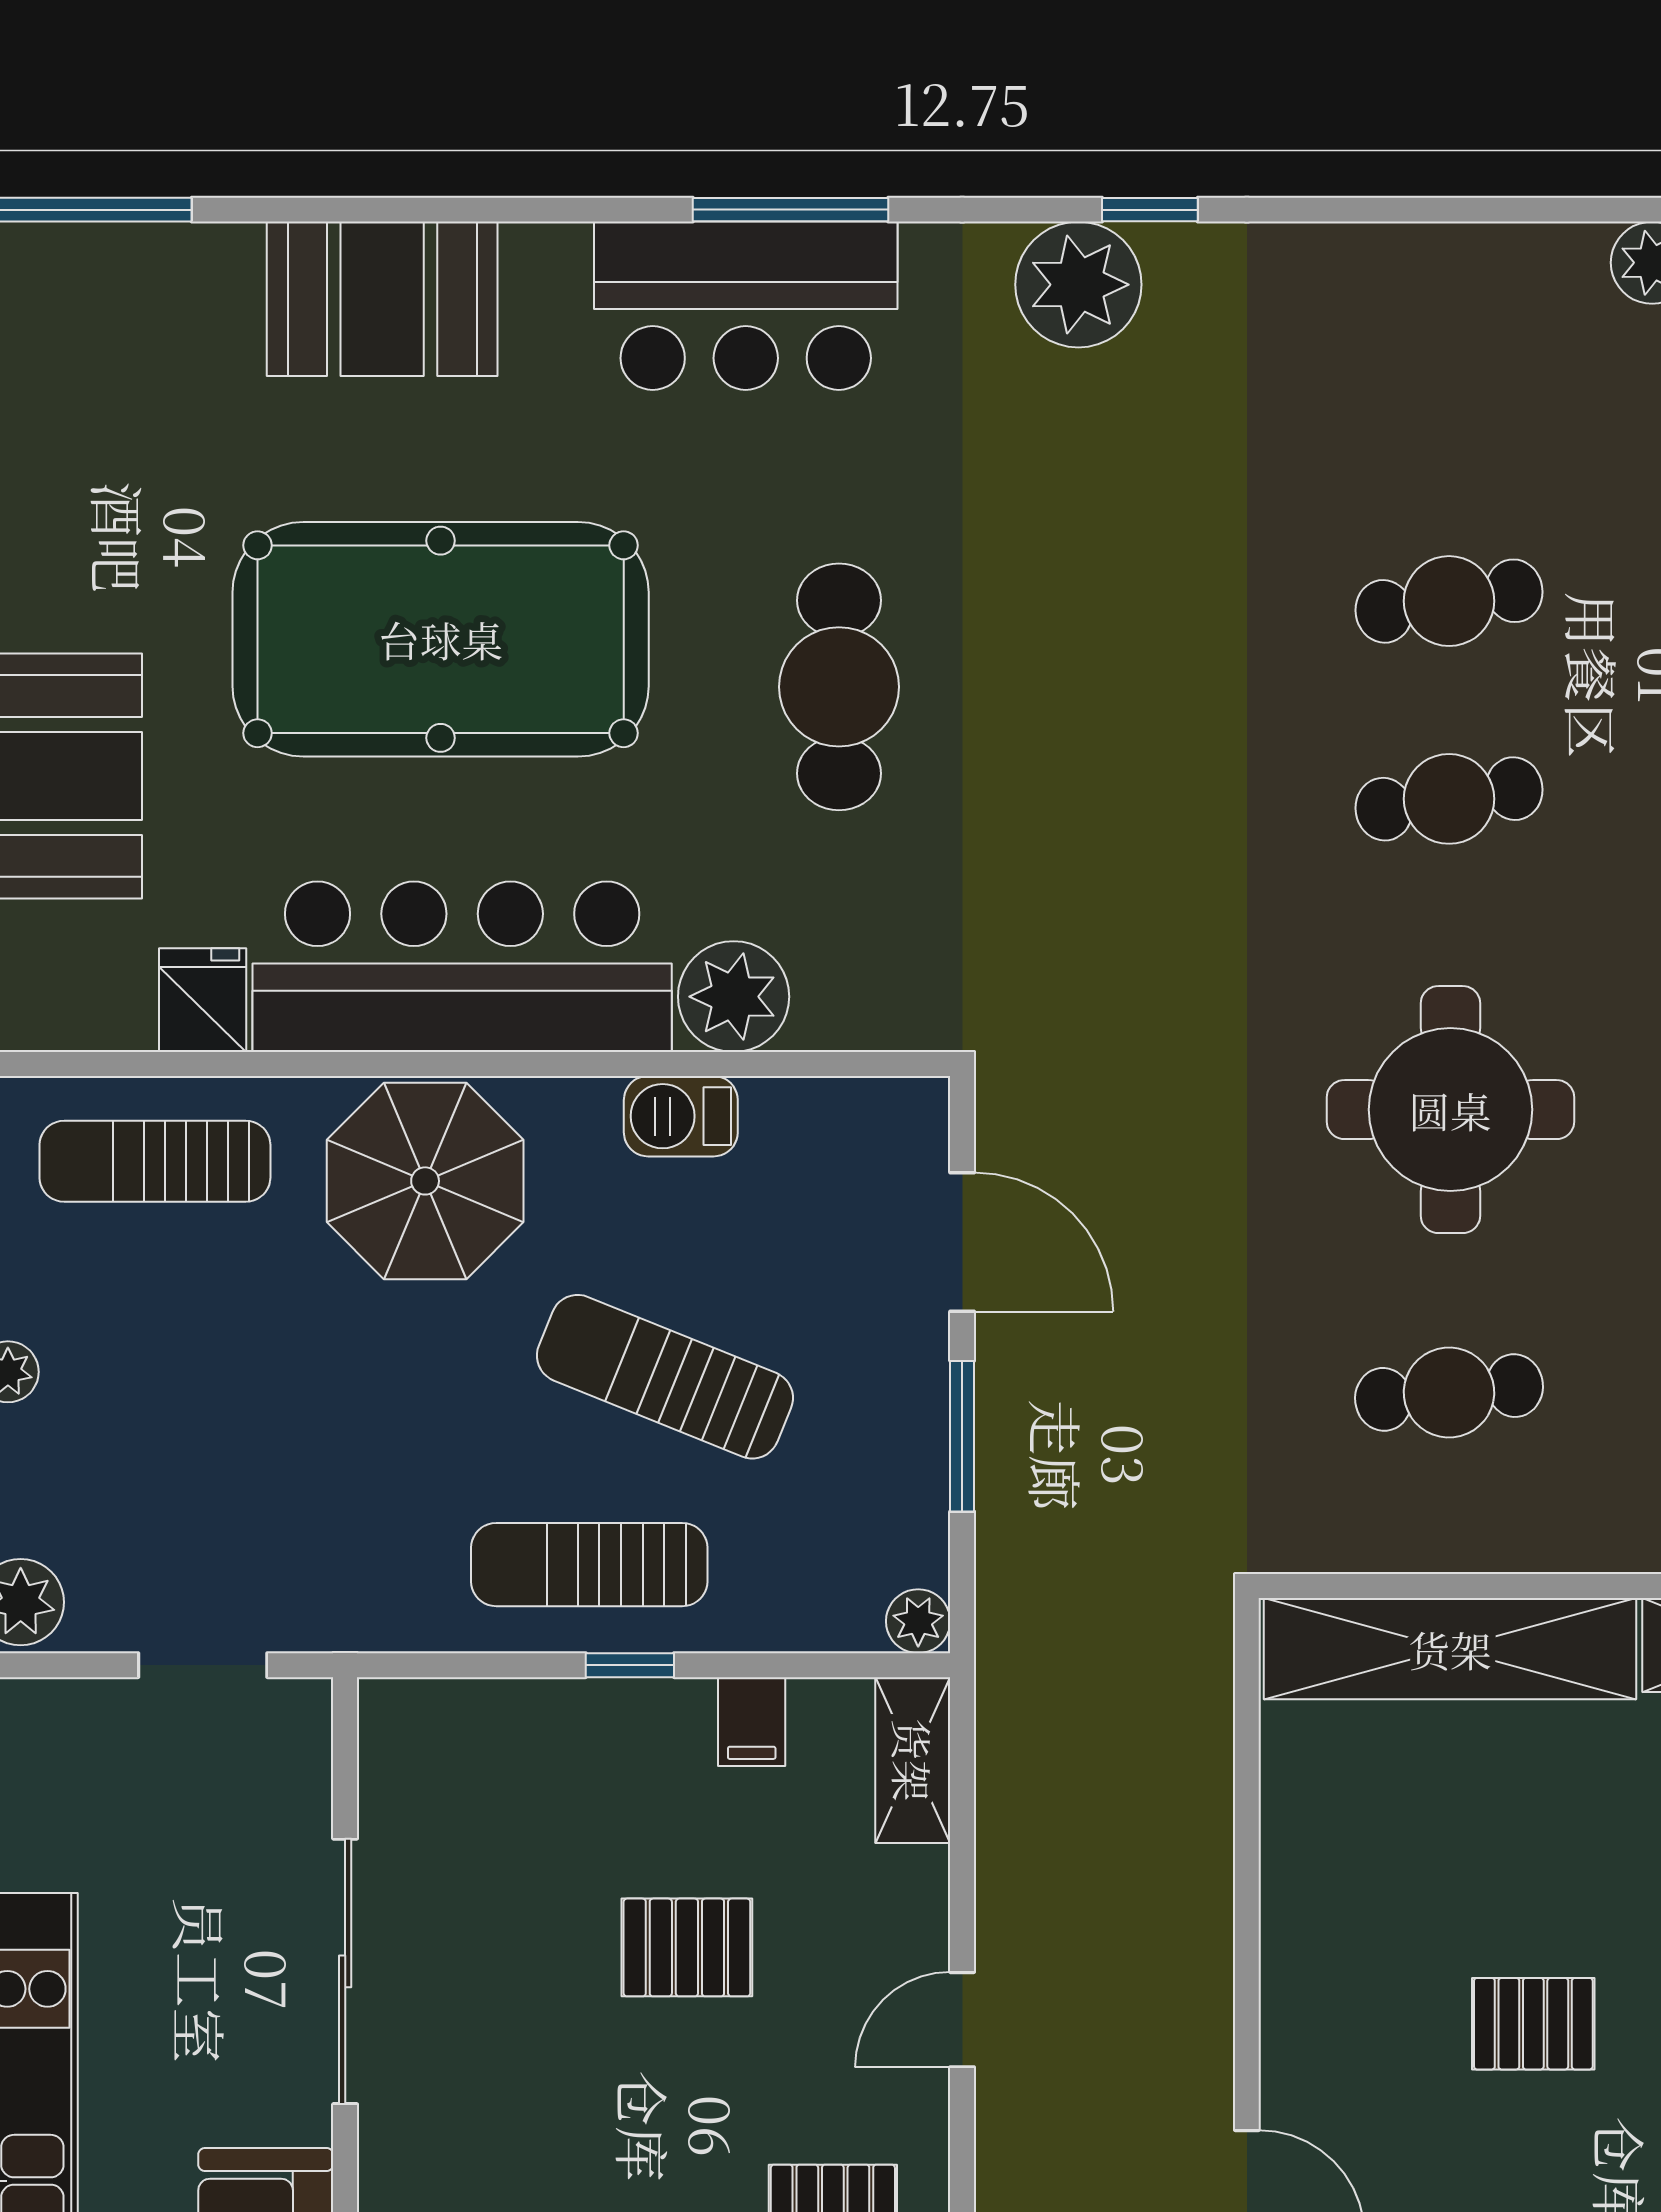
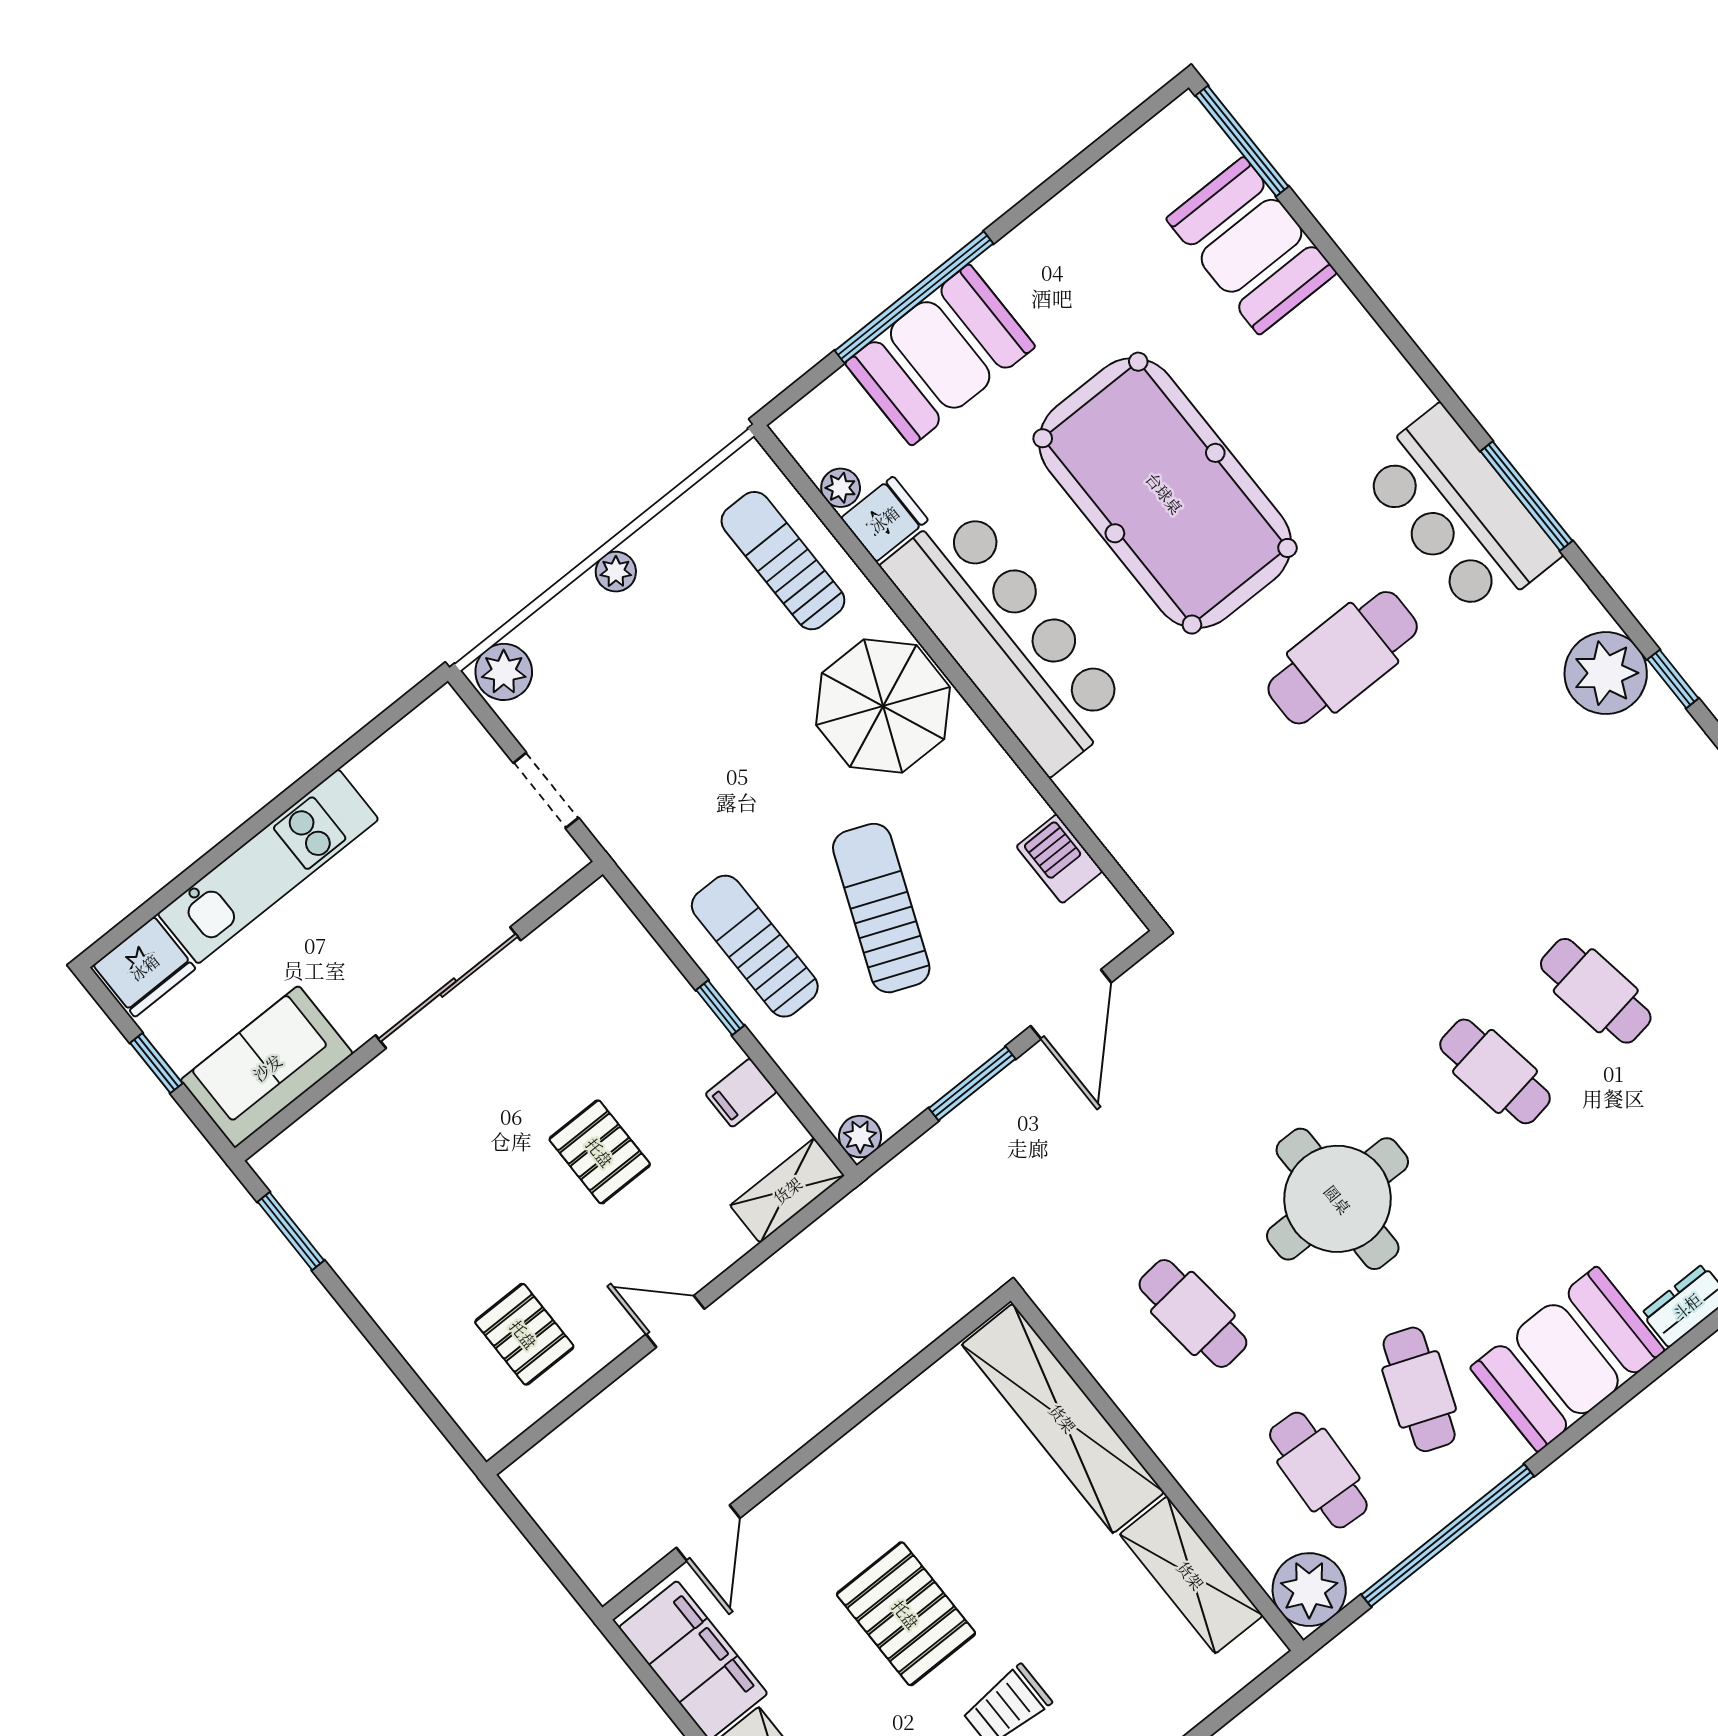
booth: (382, 299) -> (1251, 246), moved
cafe table: (839, 687) -> (1343, 658), moved
plant: (734, 997) -> (841, 488), moved, width x0.53, depth x0.53
barbecue: (681, 1116) -> (1059, 859), moved
pallet: (1533, 2024) -> (906, 1614), width x1.50, depth x1.42

